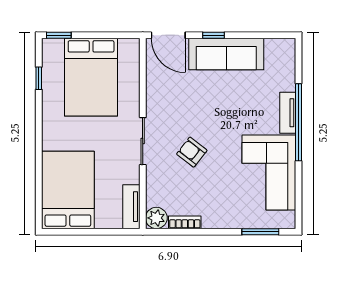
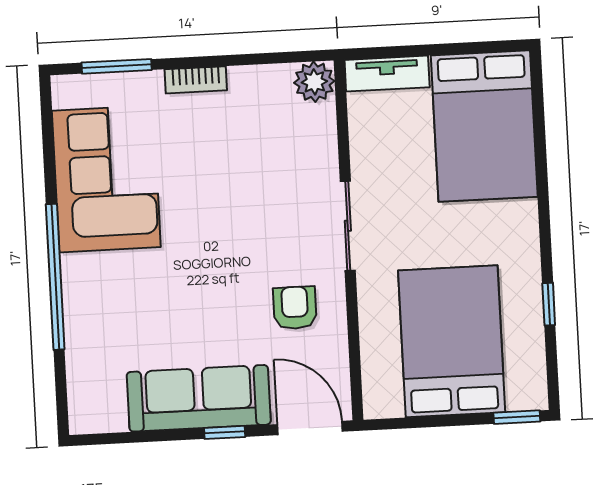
window: (39, 78) -> (549, 304), moved
tv unit: (288, 113) -> (76, 294), removed
armchair: (192, 152) -> (295, 308), moved, turned -128
tv unit: (131, 207) -> (387, 74), moved, turned 90
bookcase: (185, 222) -> (196, 80), moved

